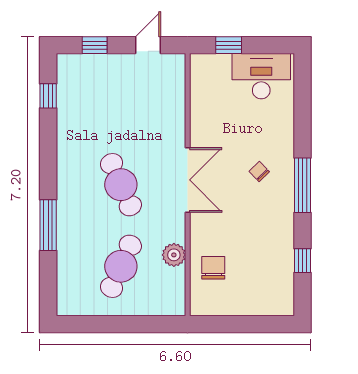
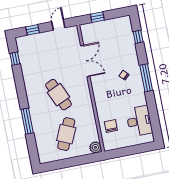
desk: (261, 76) -> (139, 121), moved, turned 90
double door: (188, 180) -> (85, 61), moved
plant: (174, 255) -> (95, 147), moved
window: (302, 261) -> (138, 37), moved

